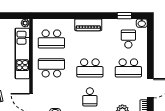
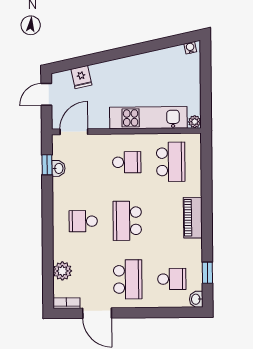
school desk: (51, 39) -> (171, 162), turned 180
school desk: (51, 68) -> (127, 162), width x0.54
school desk: (128, 68) -> (128, 279), turned 180

